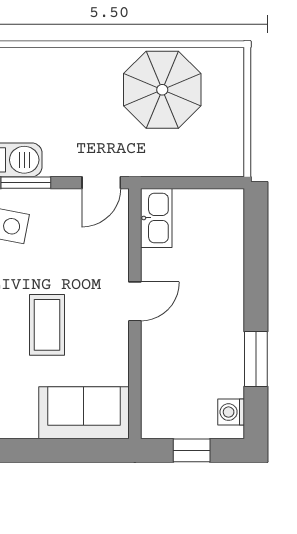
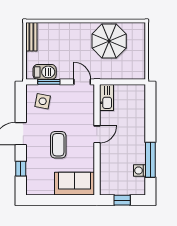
door: (101, 183) -> (82, 82), swing flipped
window: (256, 359) -> (150, 160), width x1.44
washing machine: (231, 412) -> (139, 171), moved

